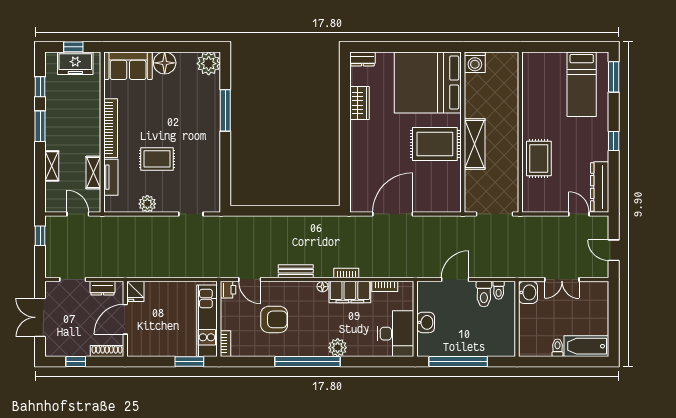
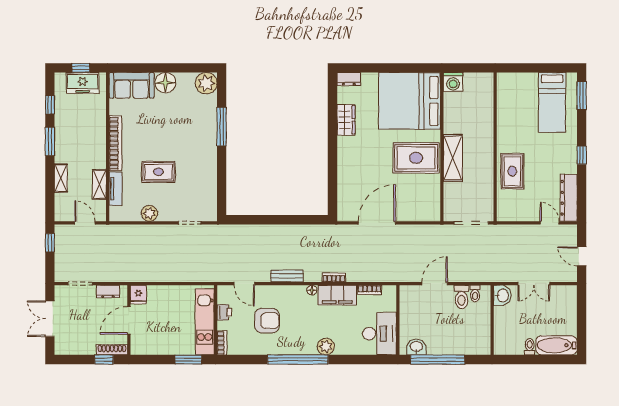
printer: (228, 290) -> (224, 312), moved
washbasin: (426, 322) -> (416, 347), moved, turned -90
window: (76, 362) -> (104, 360), moved

